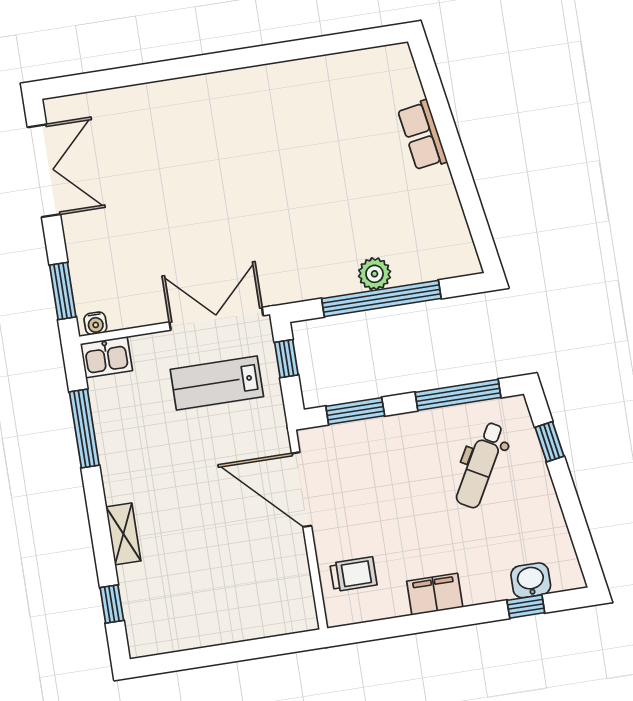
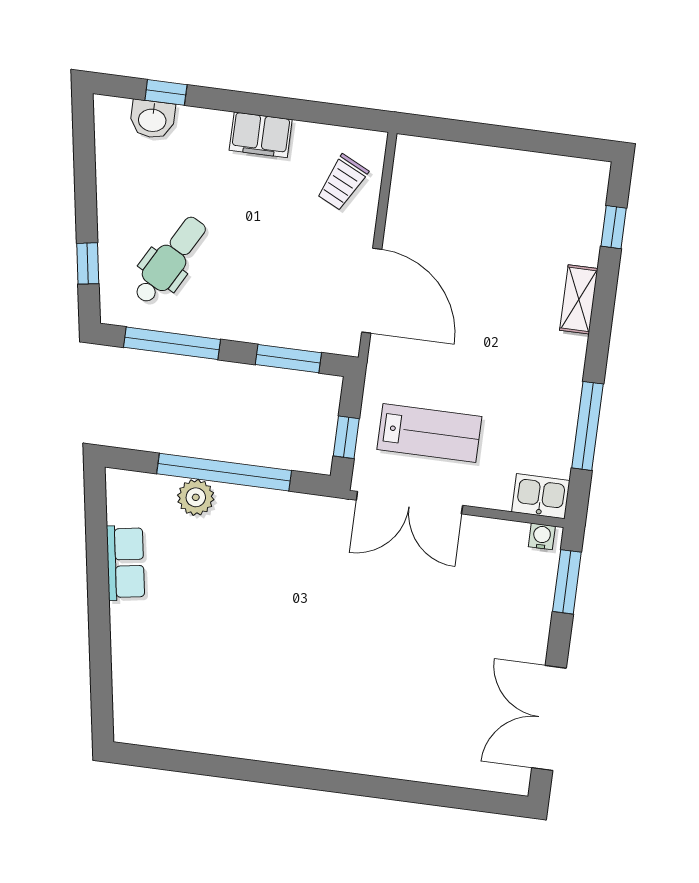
row of seats: (422, 135) -> (126, 563), moved
plant: (375, 274) -> (196, 497), moved
trolley: (353, 574) -> (342, 182), turned -64

